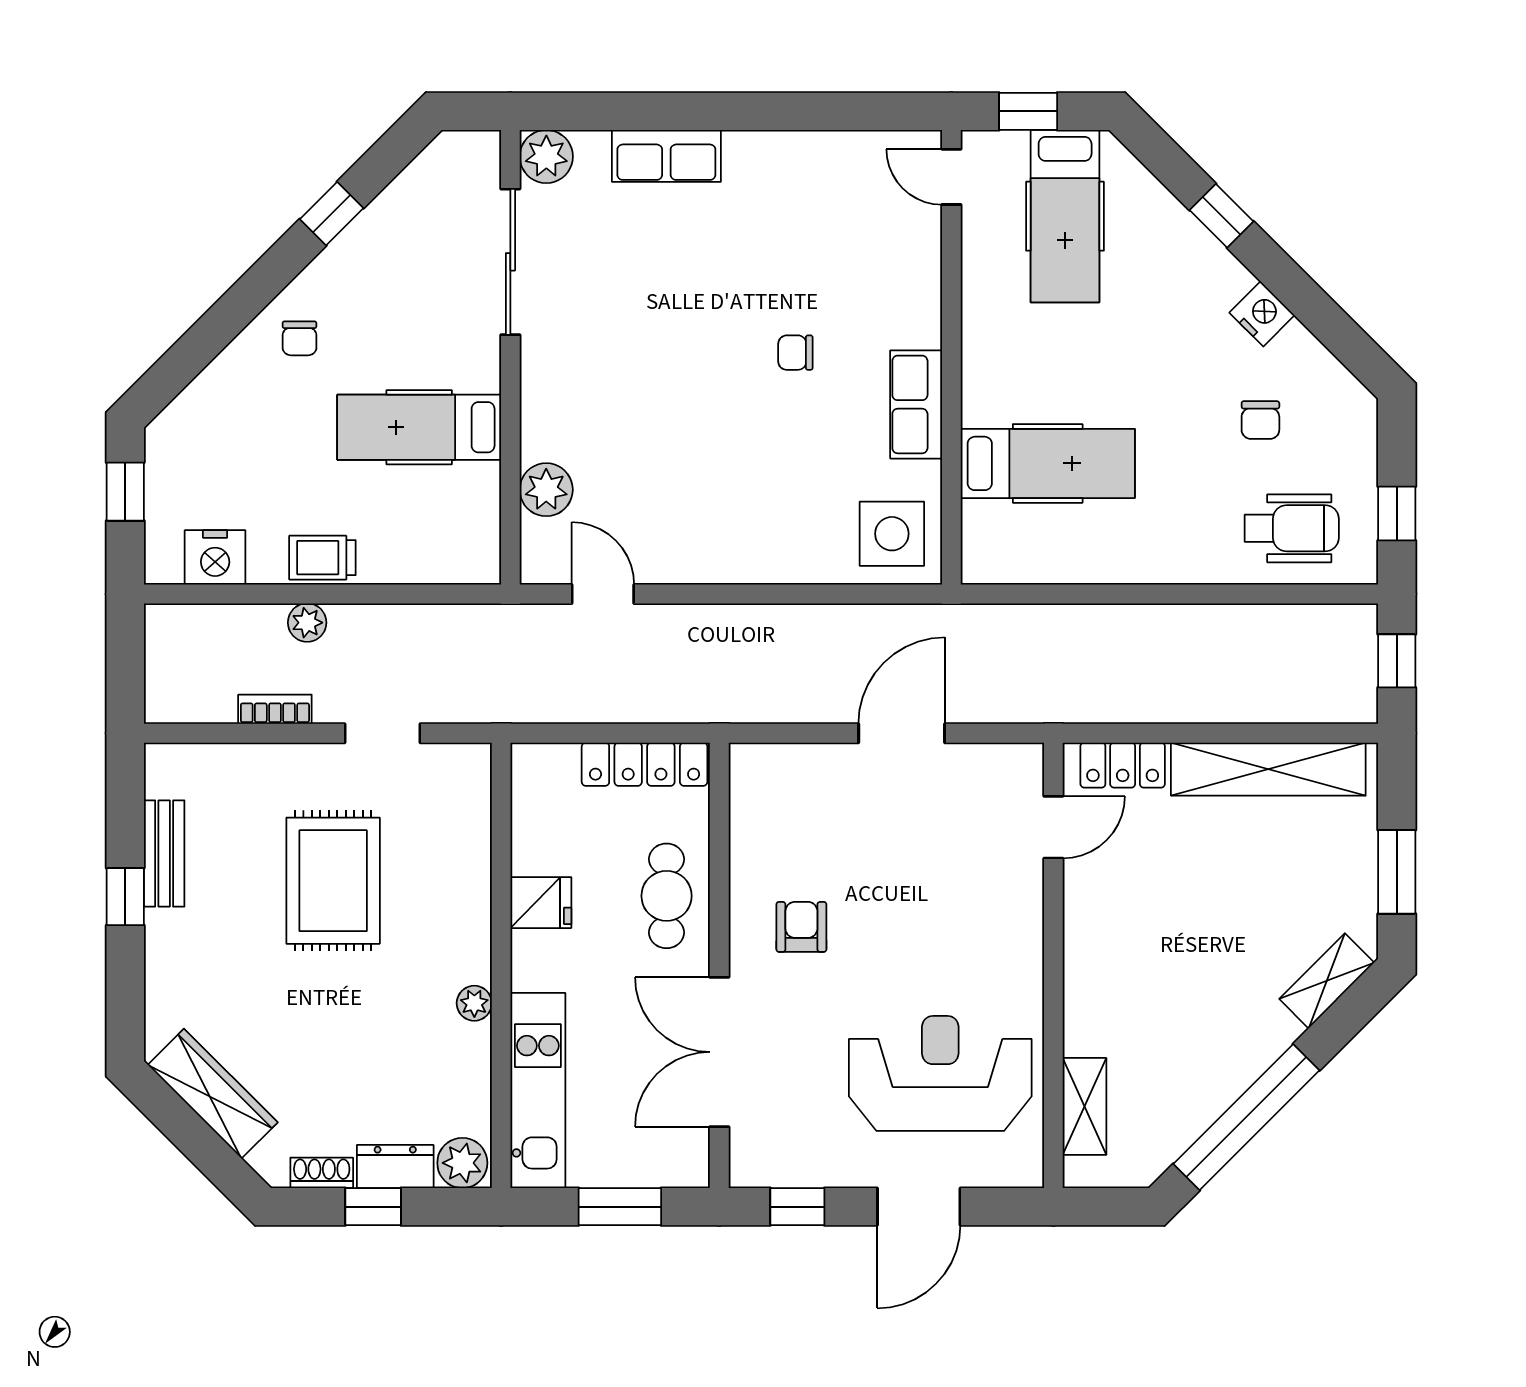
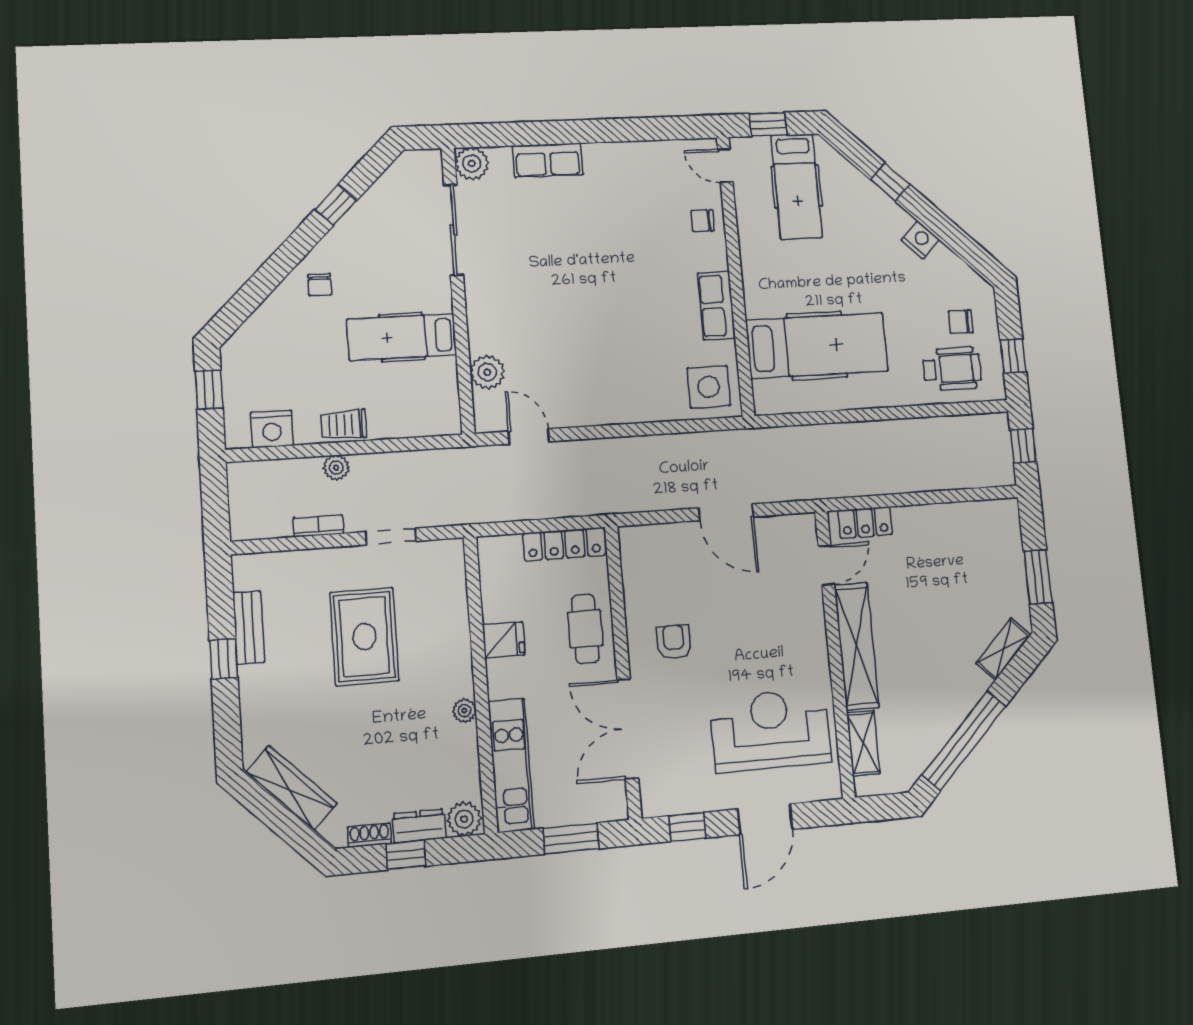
chair: (795, 353) -> (703, 221), moved
chair: (1260, 420) -> (961, 322), moved, turned 91
hospital bed: (1048, 463) -> (817, 346), width x1.37, depth x1.29
door: (902, 733) -> (726, 512), swing flipped
shelving: (1268, 769) -> (857, 646), moved, turned 90

